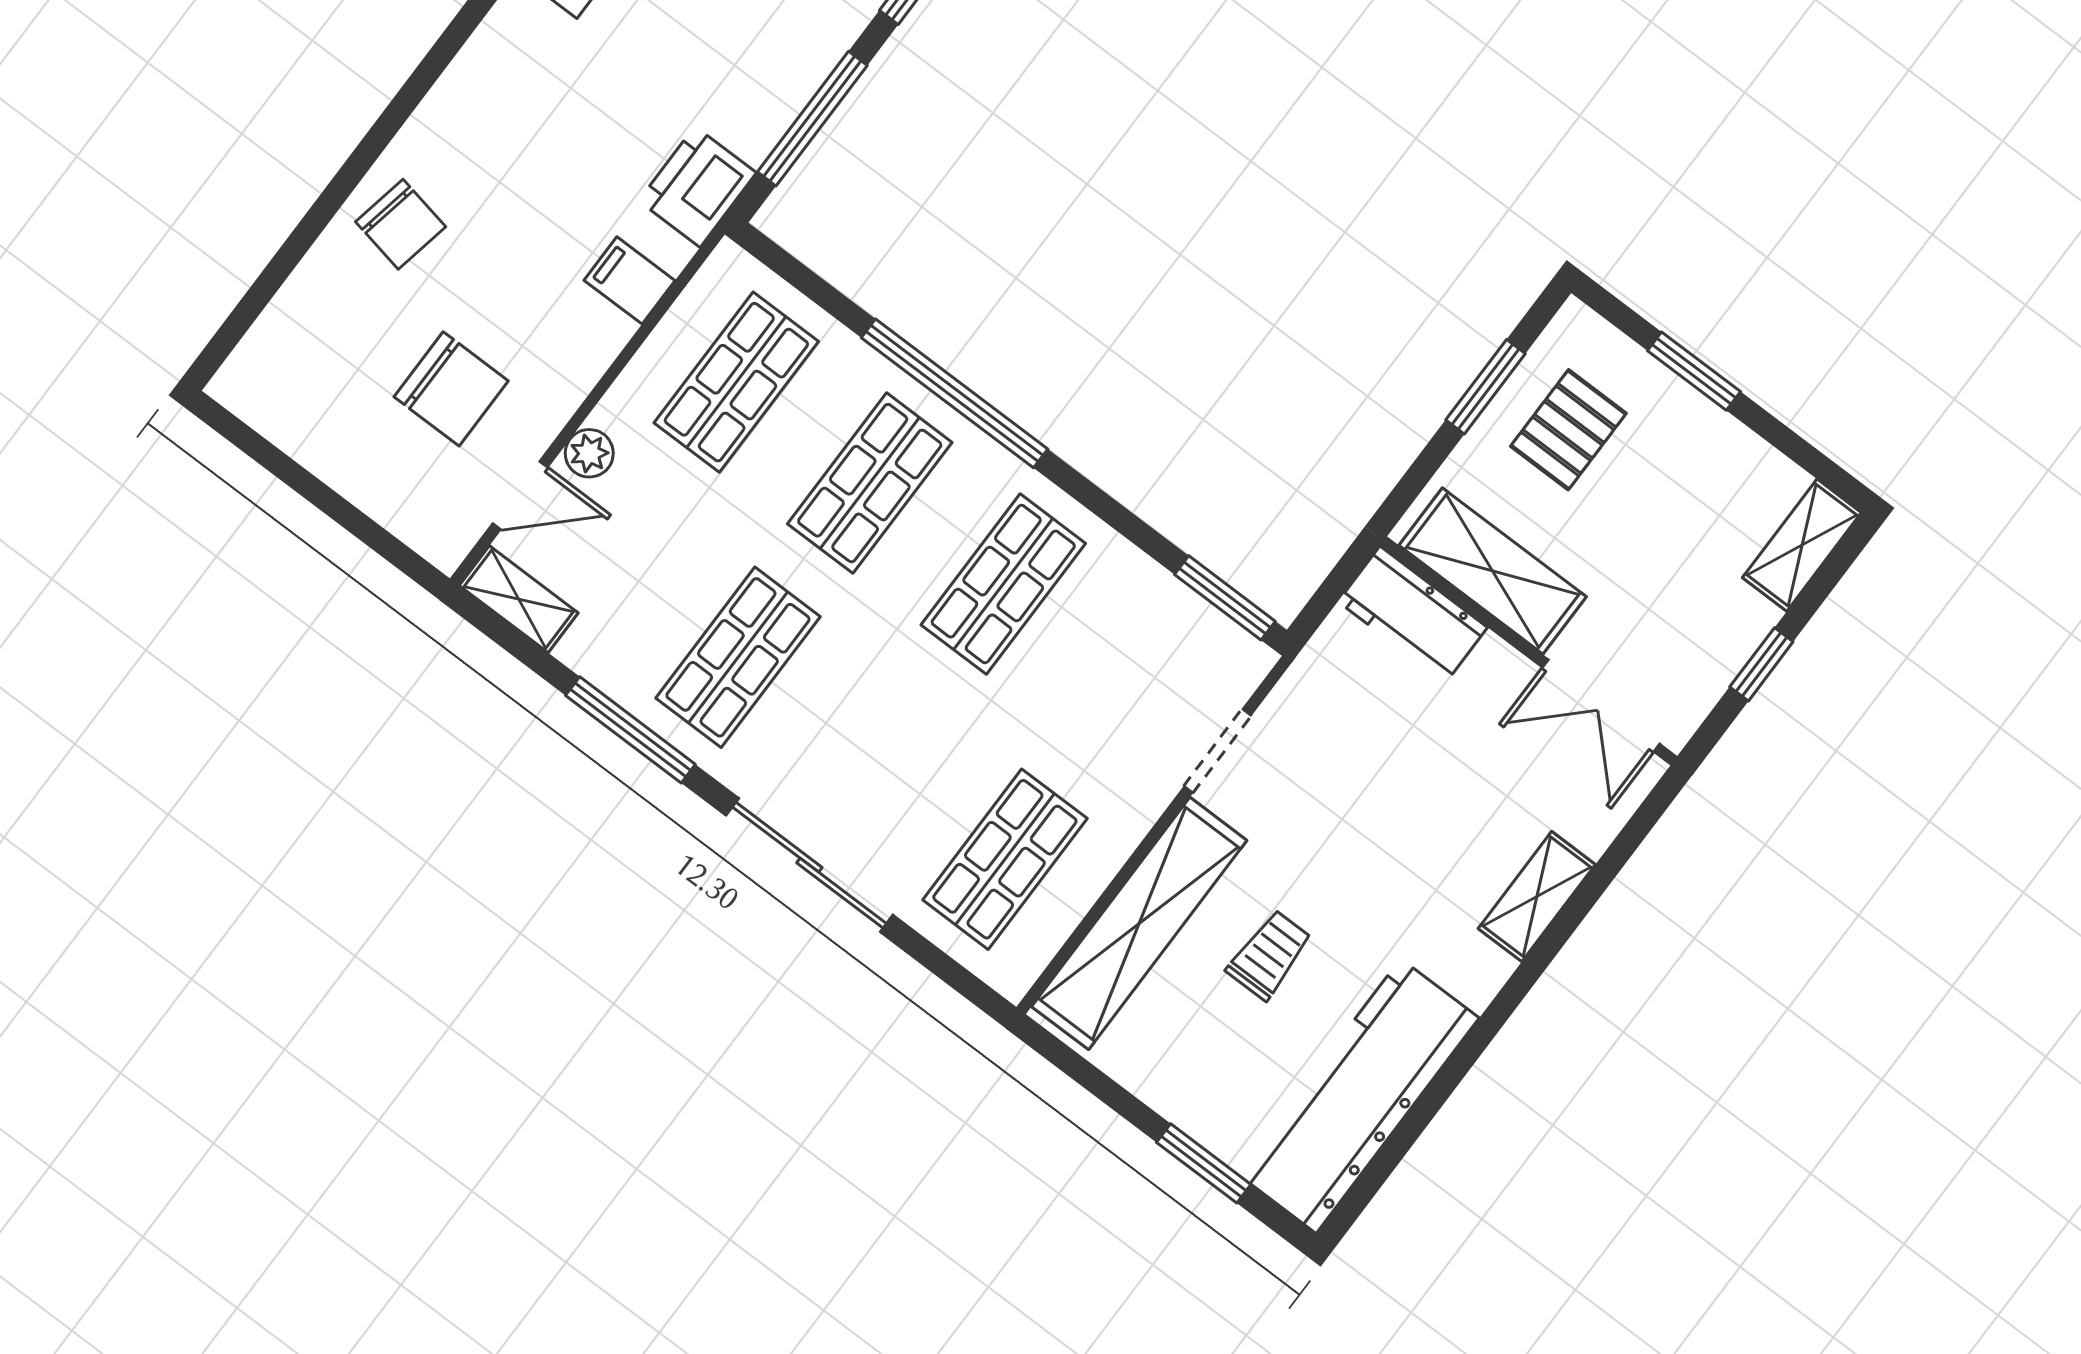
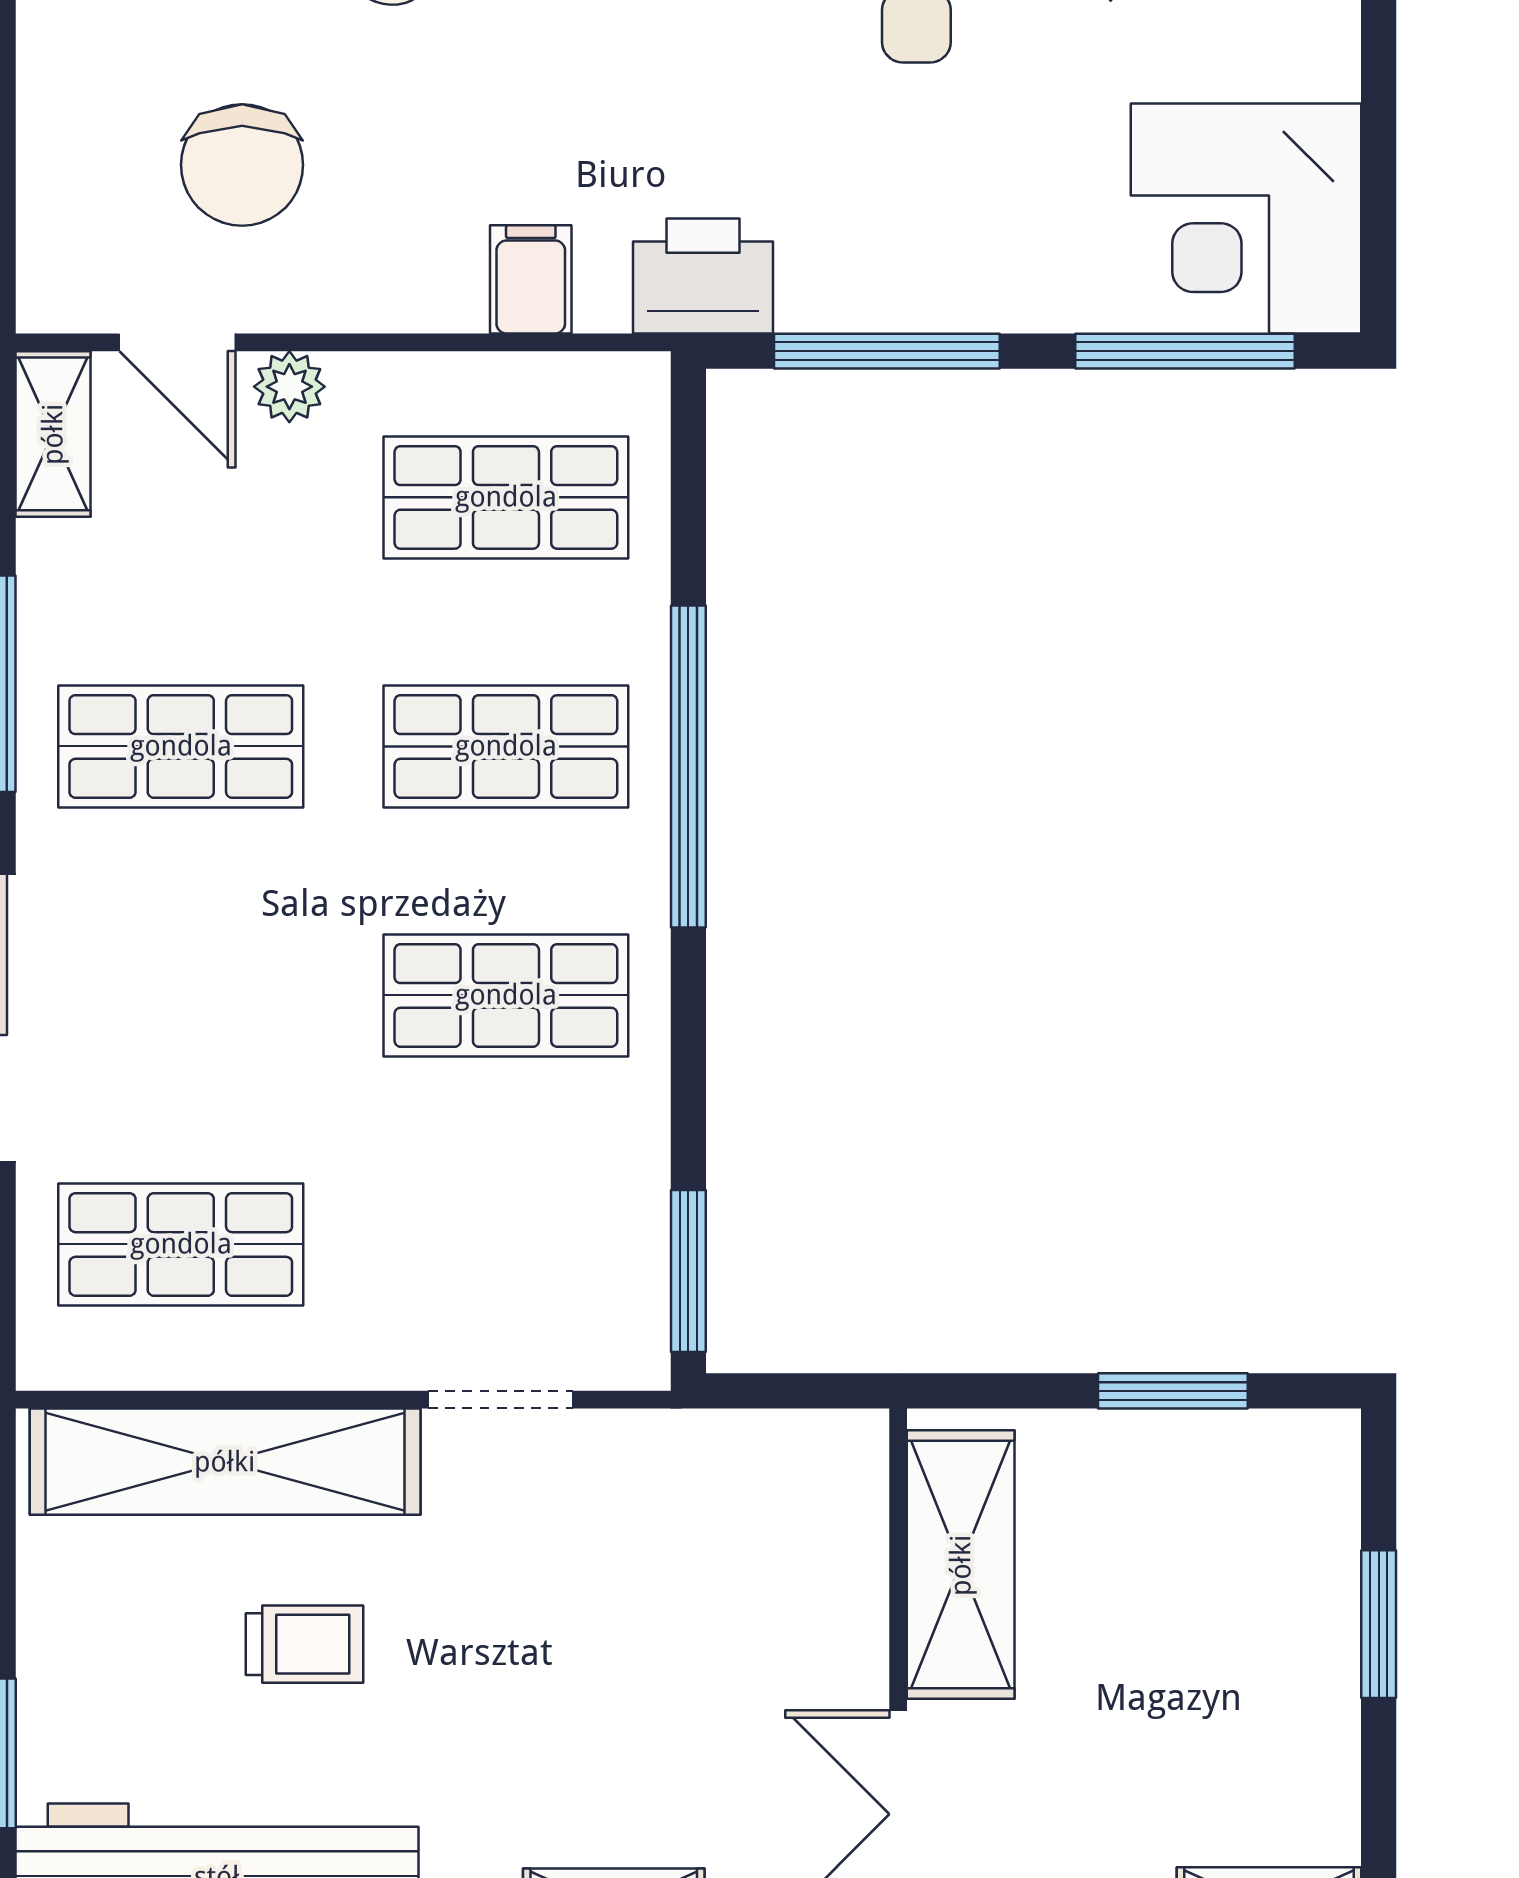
pallet: (1568, 430) -> (1196, 1528), removed
workbench: (1413, 614) -> (837, 1509), removed

